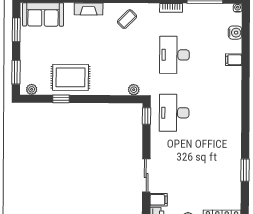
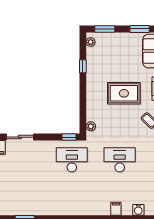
rug: (70, 77) -> (124, 93), moved, turned 90

